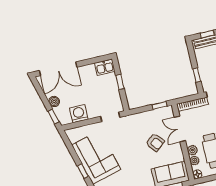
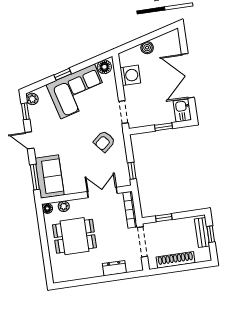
double door: (58, 69) -> (188, 76), moved
window: (54, 117) -> (130, 45), removed
floor lamp: (73, 136) -> (104, 67), added
armchair: (155, 142) -> (104, 141), moved
plant: (192, 150) -> (76, 205), removed

